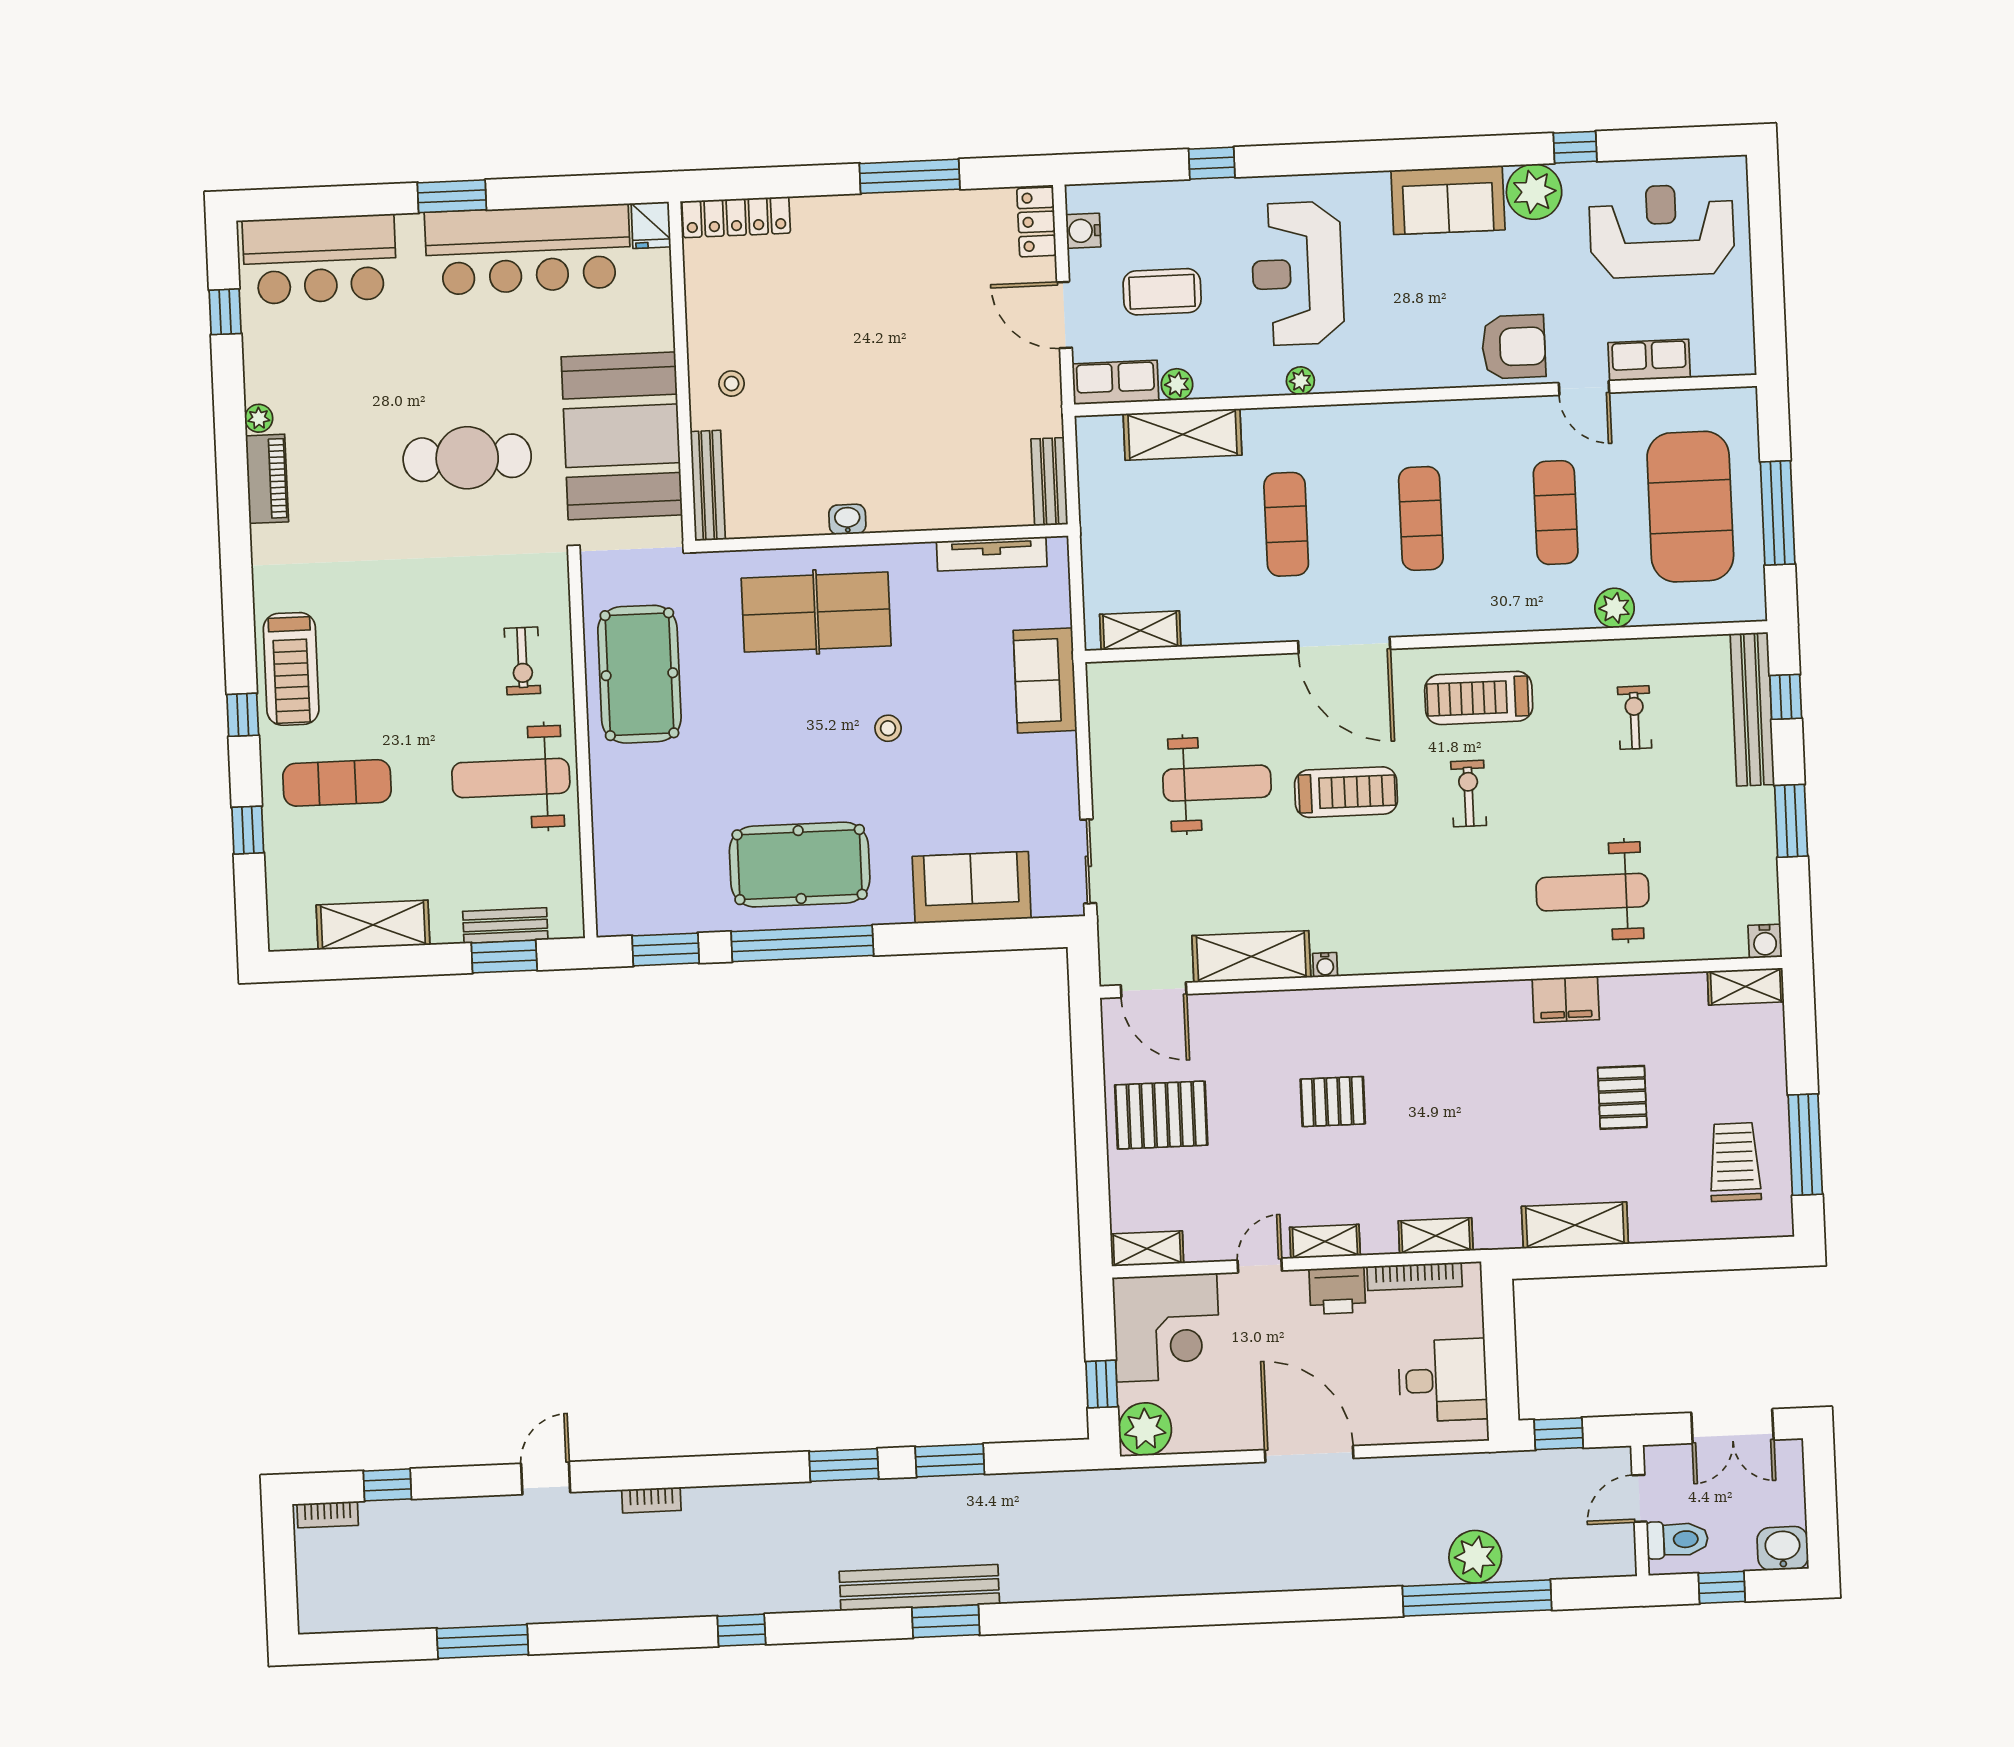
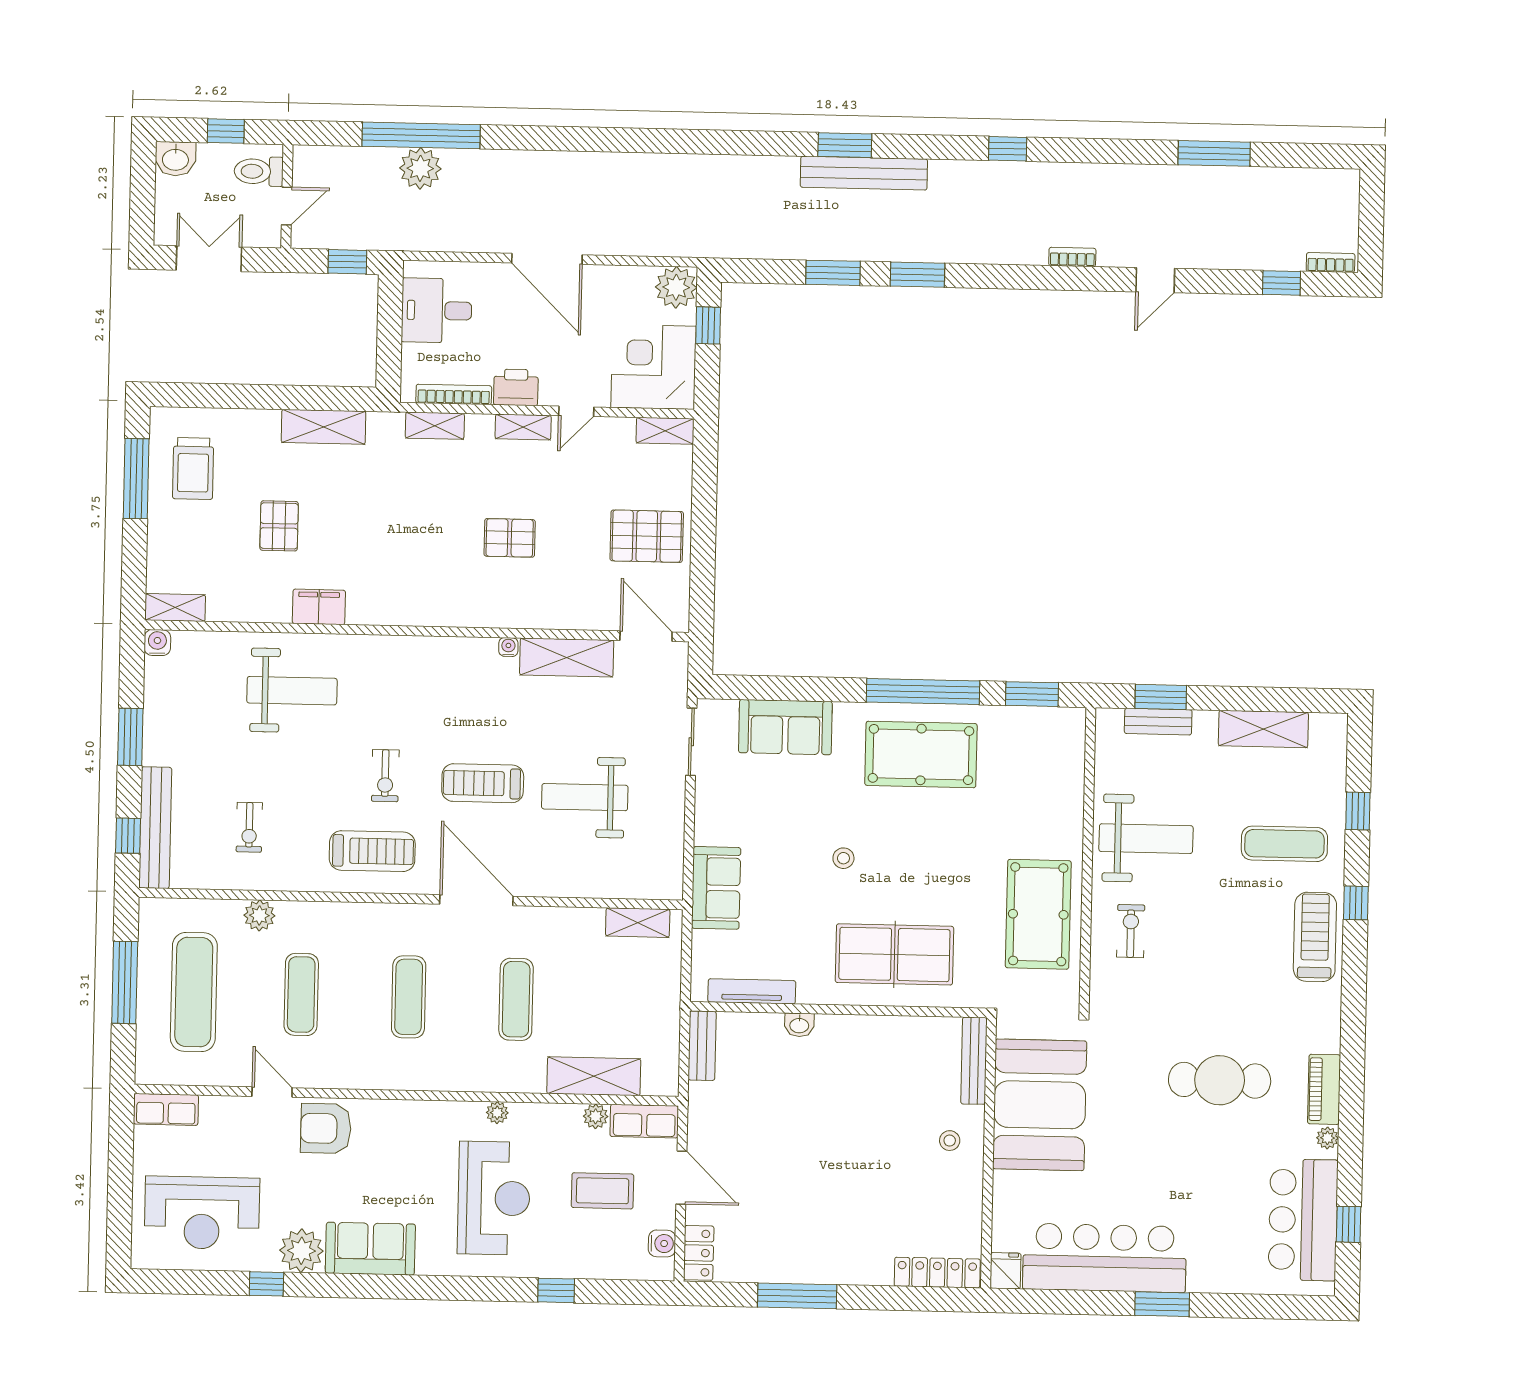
bar counter: (320, 259) -> (1303, 1220), moved, turned -90
row of seats: (1649, 360) -> (166, 1109), moved
cafe table: (467, 458) -> (1220, 1080), moved
exercise mat: (1690, 507) -> (194, 992), width x0.68
washbasin: (847, 519) -> (799, 1025), moved

